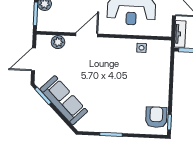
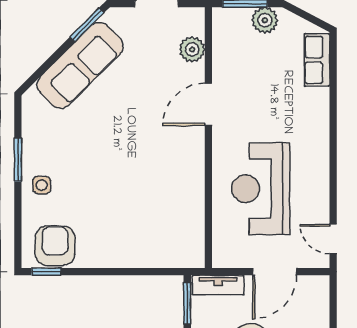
door: (87, 35) -> (208, 104), swing flipped
side table: (142, 48) -> (42, 185), moved
armchair: (156, 117) -> (55, 246), turned -90

